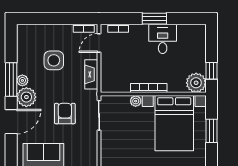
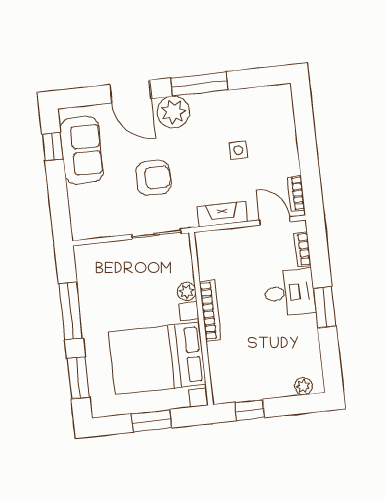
desk: (163, 39) -> (290, 292), moved
side table: (54, 60) -> (238, 150), width x0.54, depth x0.54
plant: (22, 80) -> (200, 102), removed
plant: (196, 83) -> (303, 386), moved, width x0.53, depth x0.53

